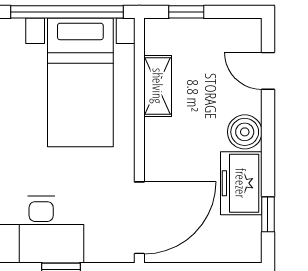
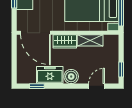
window: (186, 12) -> (121, 70), moved
wardrobe: (160, 147) -> (65, 41), added

